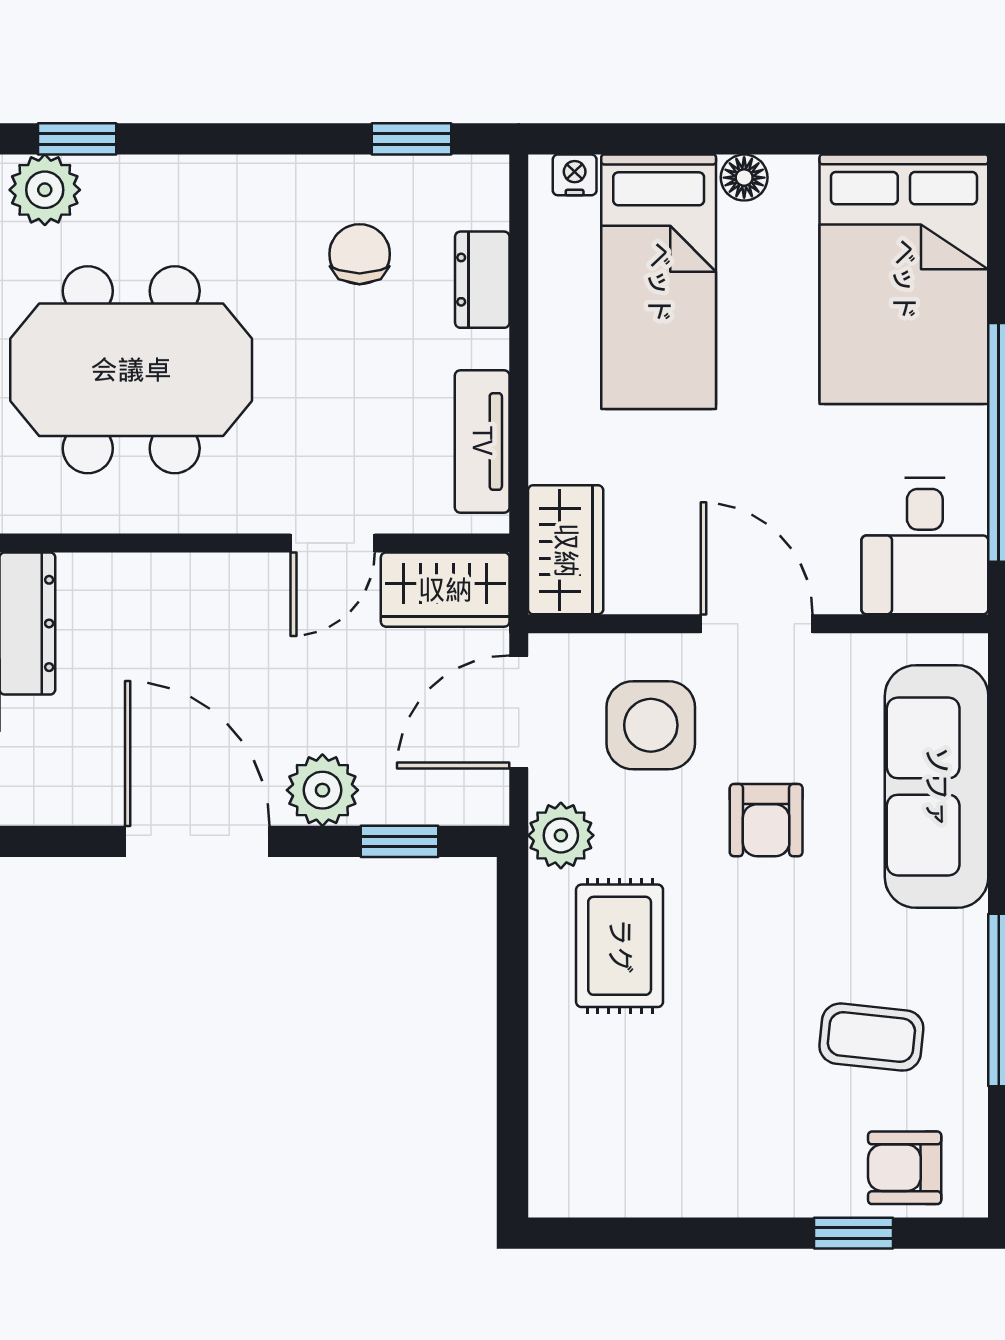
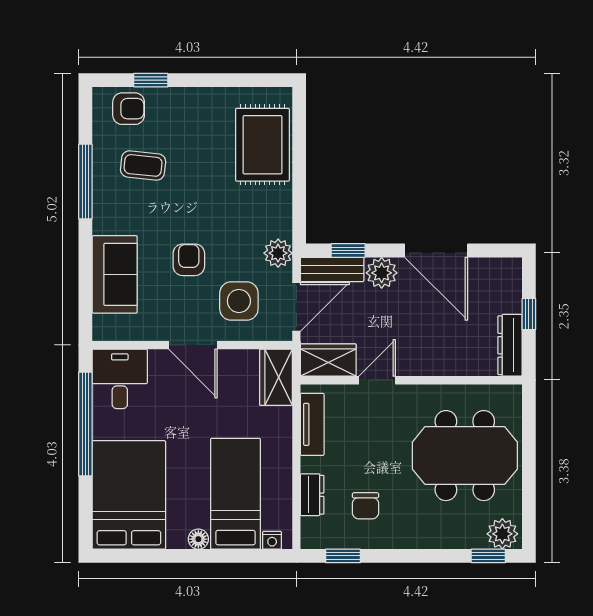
sofa: (937, 787) -> (115, 274), width x0.73
bench: (436, 798) -> (332, 269), added
rug: (620, 946) -> (262, 145), moved, width x1.36, depth x1.43

